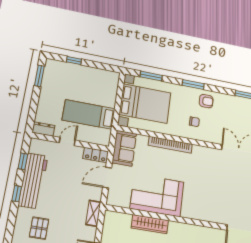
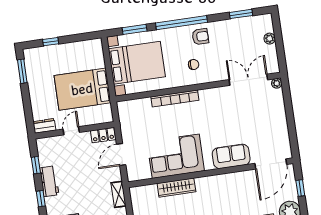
window: (193, 84) -> (181, 23), width x2.11
bed: (89, 114) -> (82, 89), width x1.50
sofa: (124, 148) -> (231, 156), moved, turned -90
workbench: (33, 181) -> (49, 181), width x0.53, depth x0.76

